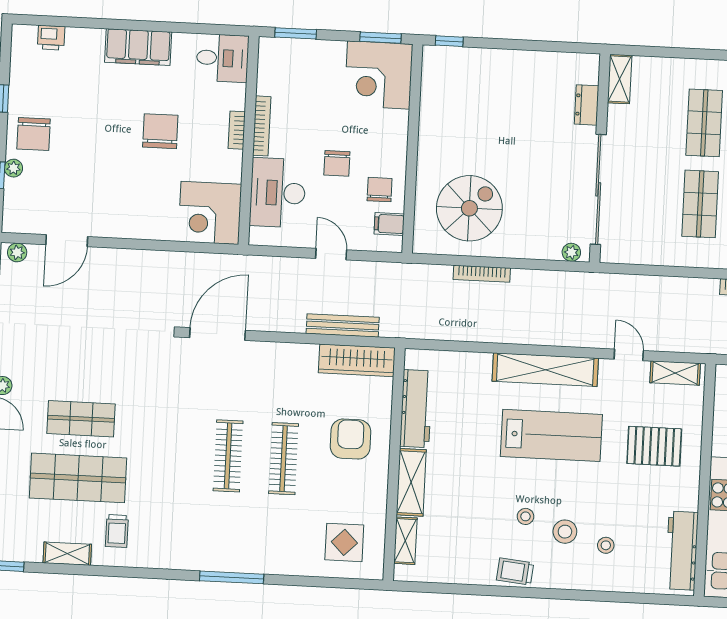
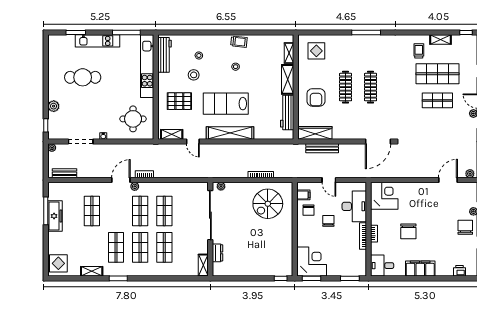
stool: (565, 532) -> (194, 75), moved

